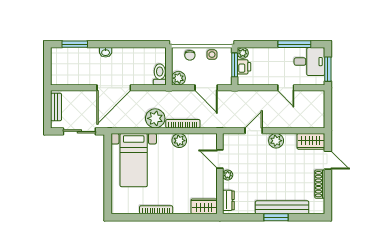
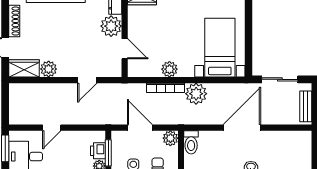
door: (286, 88) -> (52, 128), swing flipped
plant: (276, 141) -> (49, 69), moved
plant: (228, 175) -> (111, 26), width x1.87, depth x1.87

